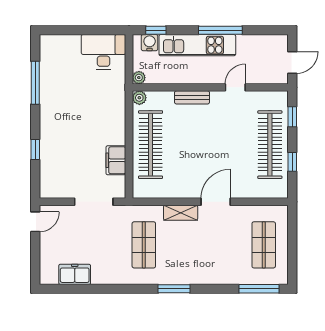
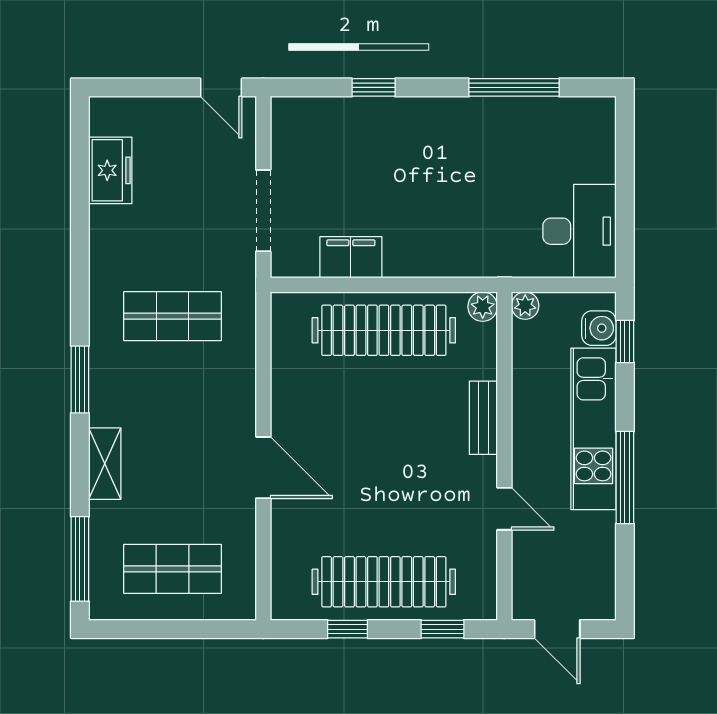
shelving: (181, 213) -> (105, 464), moved

